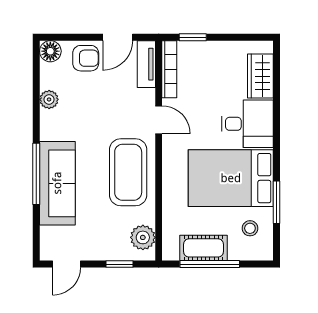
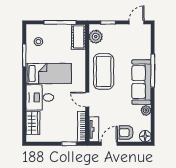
bed: (231, 178) -> (49, 73), width x0.67
sofa: (57, 183) -> (141, 82), moved
cot: (204, 248) -> (79, 37), moved, turned 90

